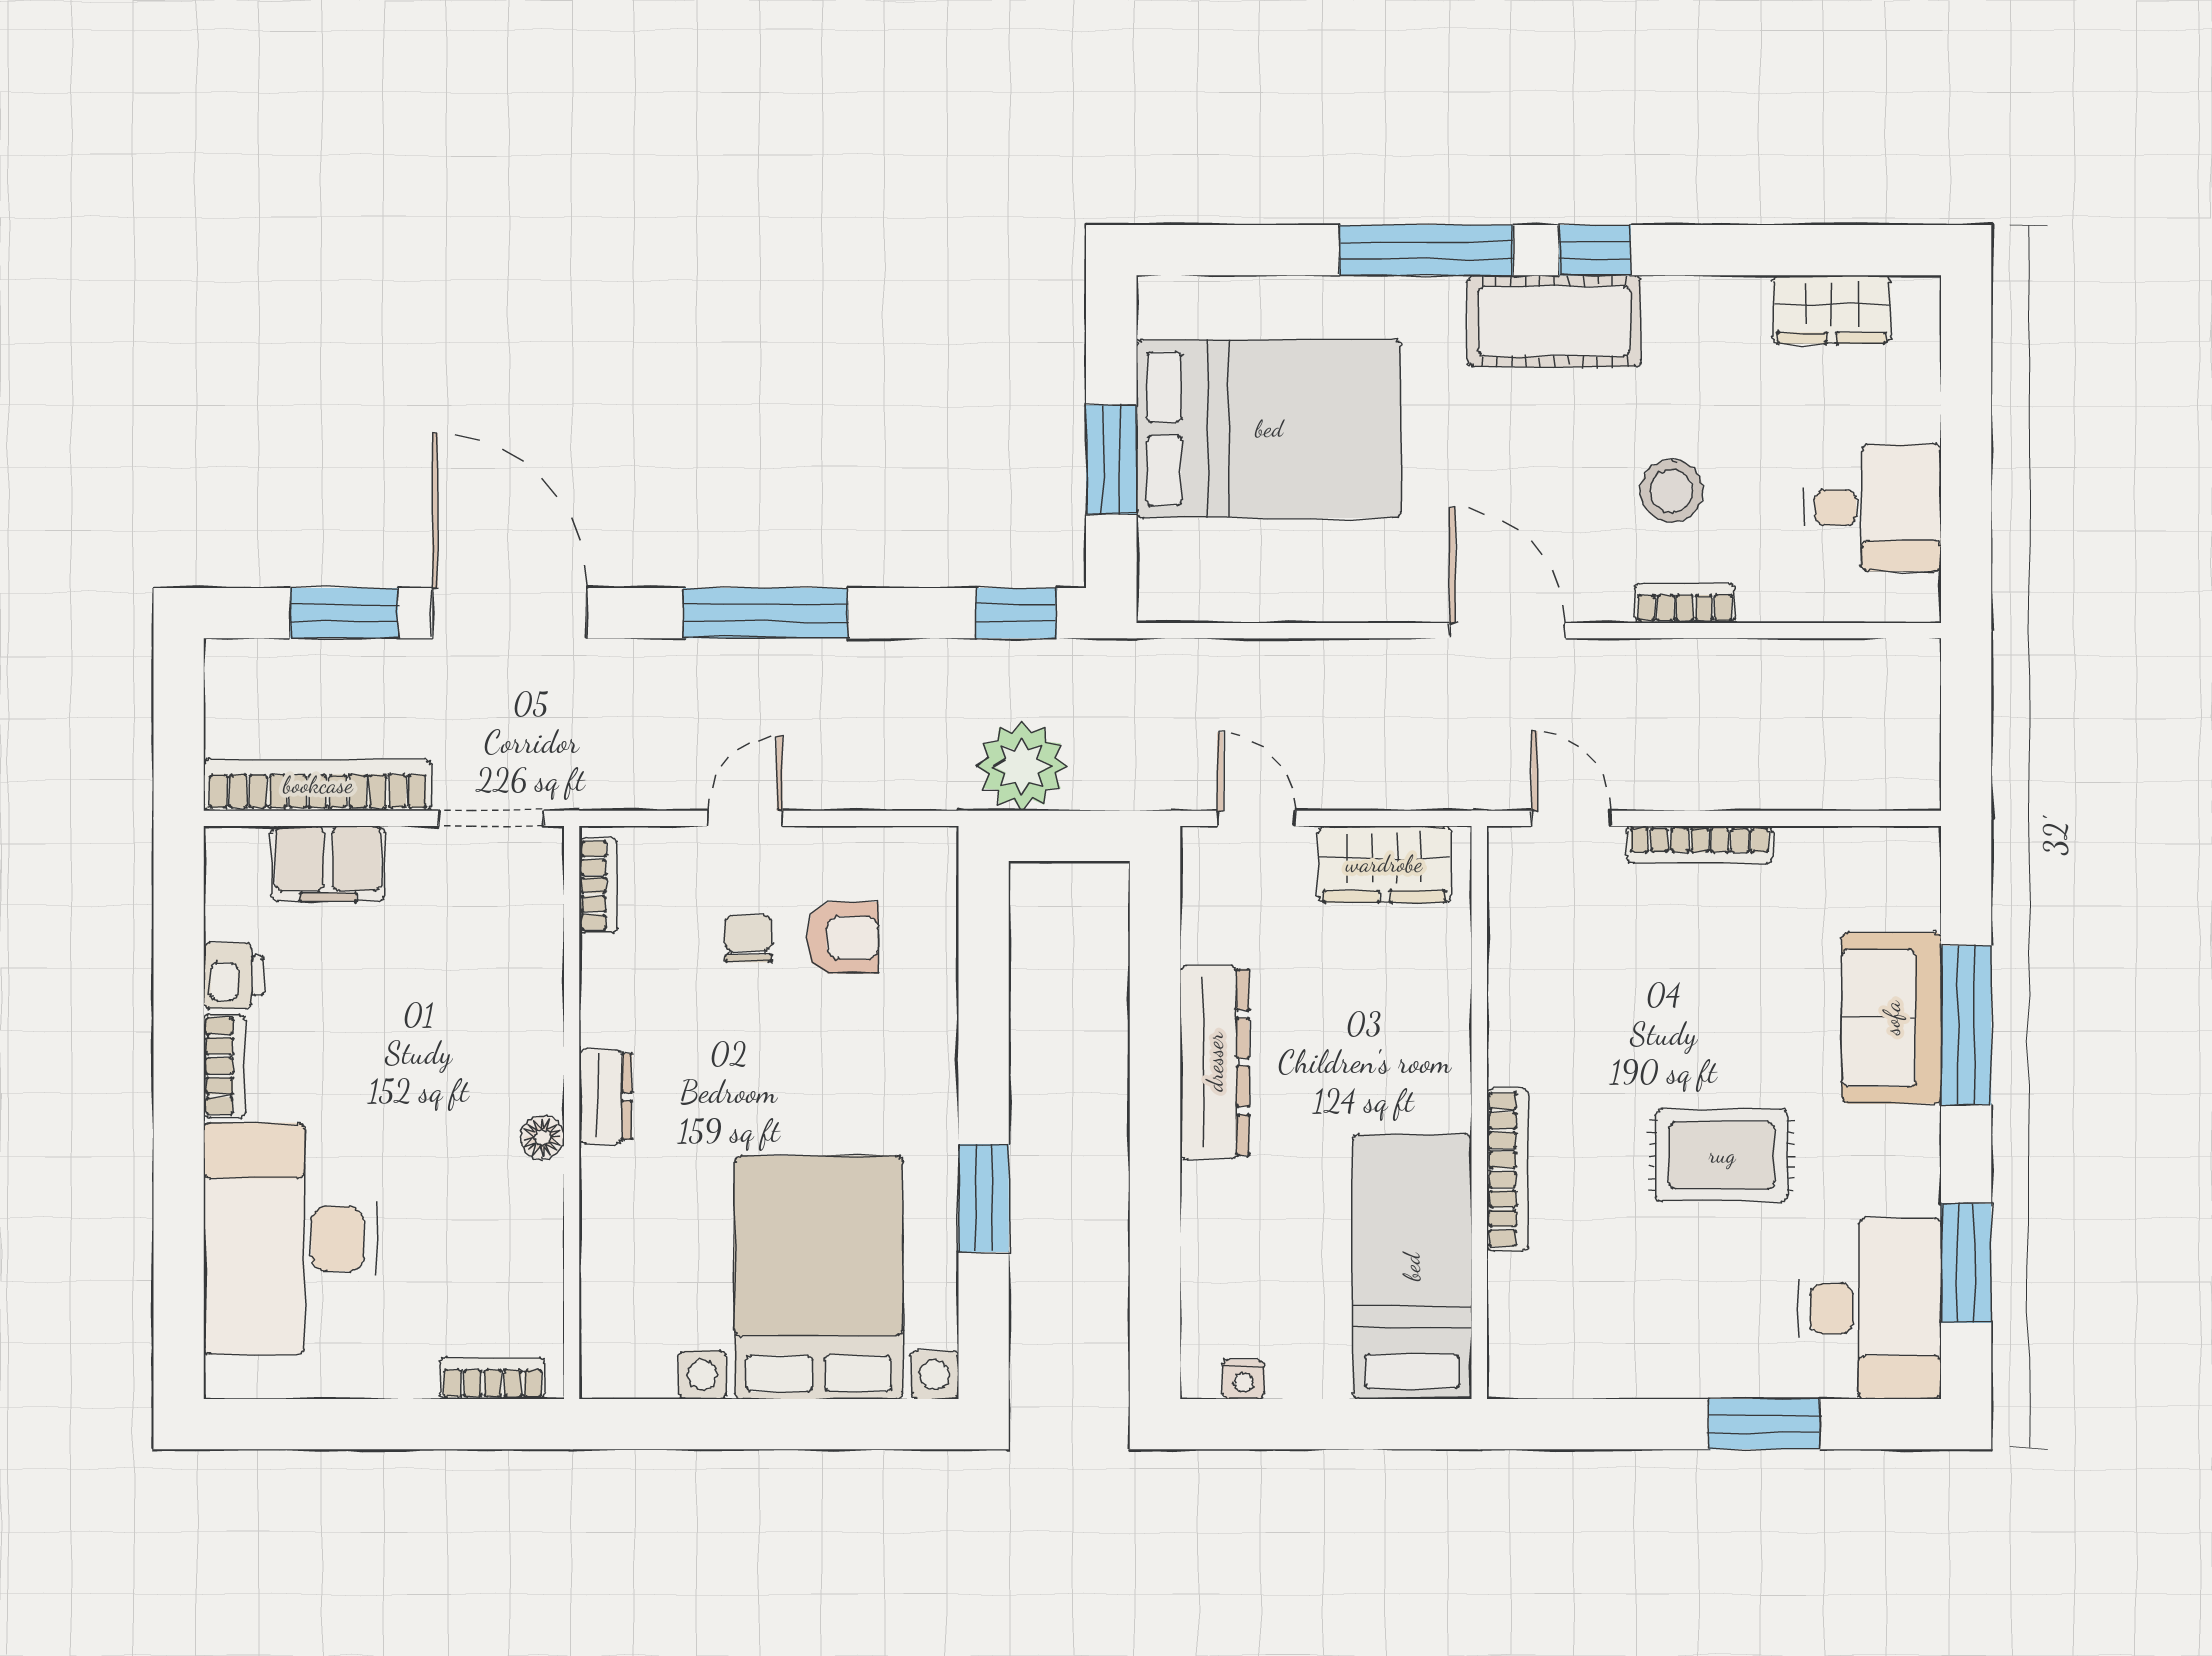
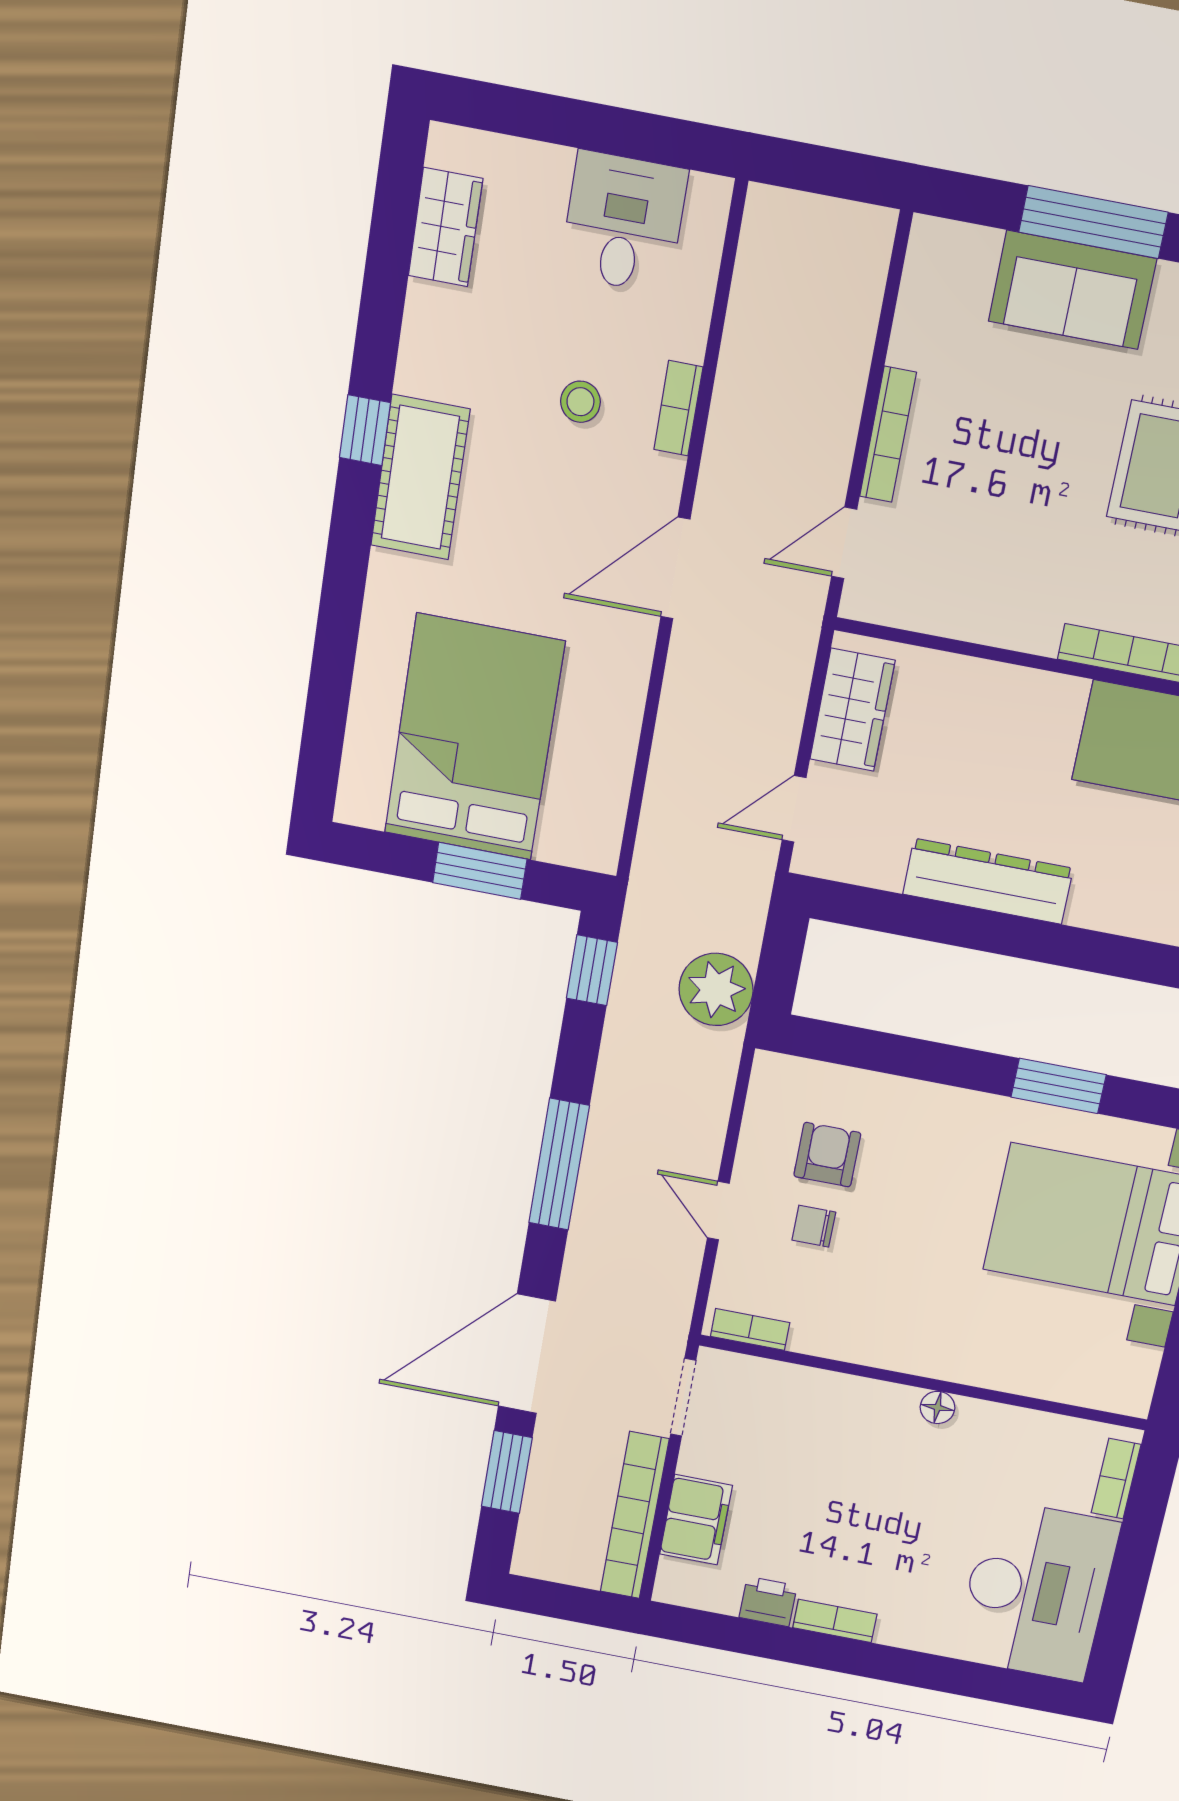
window: (1426, 250) -> (345, 577), removed
stool: (1672, 491) -> (580, 402), width x0.73, depth x0.73
dresser: (606, 1096) -> (916, 1355), removed
desk: (290, 1239) -> (1037, 1591), moved, turned -90

